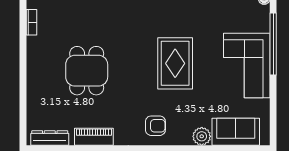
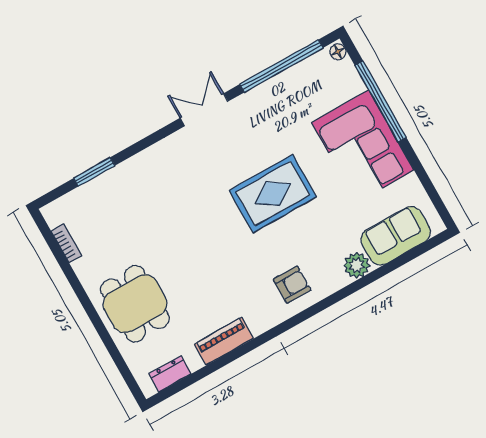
rug: (175, 63) -> (273, 194), turned 90
dining table: (87, 71) -> (135, 304), moved
dresser: (50, 138) -> (170, 374), width x0.70

